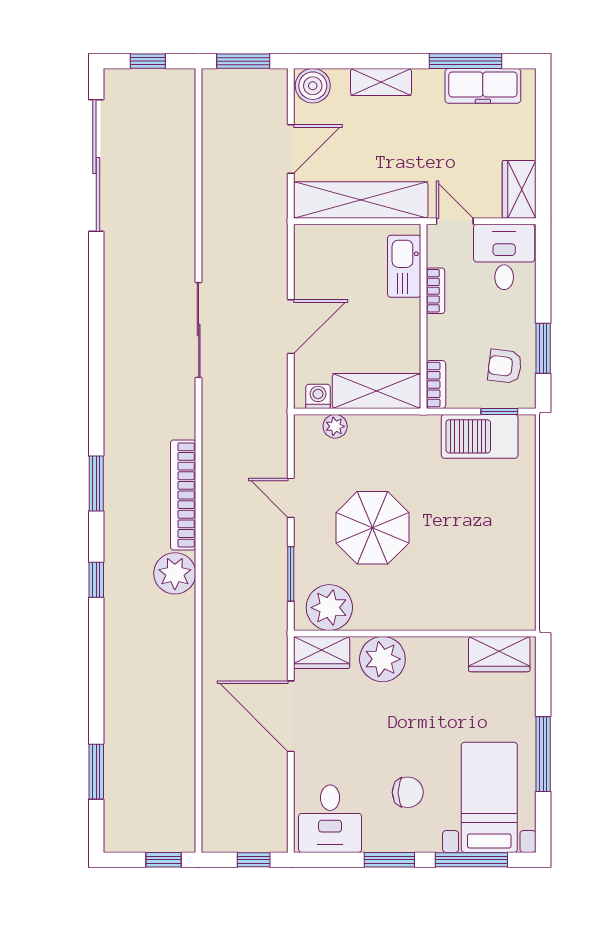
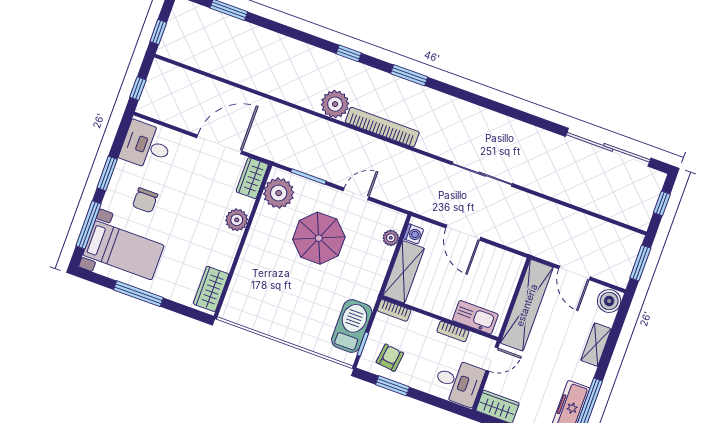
plant: (382, 659) -> (237, 220), width x0.73, depth x0.73

